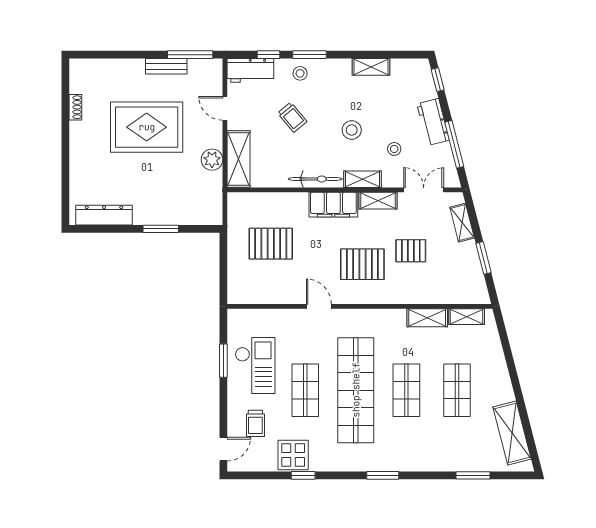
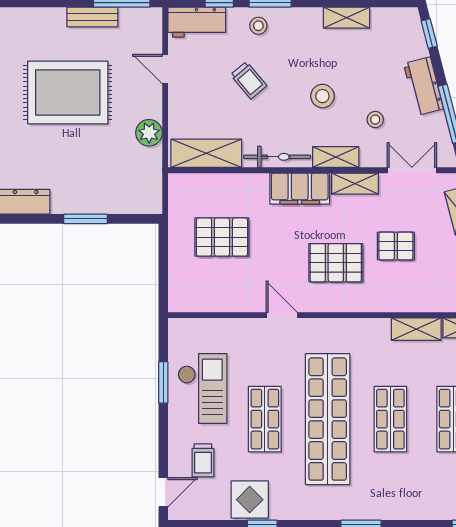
shelving: (239, 159) -> (206, 153), moved, turned 90

